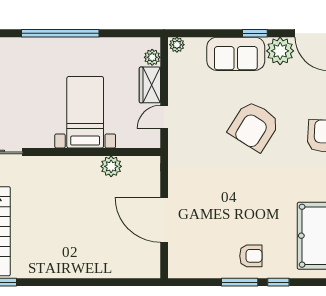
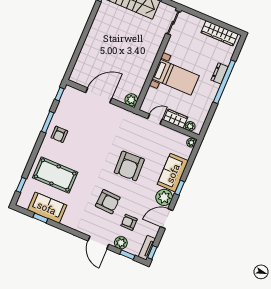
dresser: (50, 46) -> (220, 73), added
door: (164, 117) -> (155, 119), hinge flipped
armchair: (254, 126) -> (129, 166), turned -124
plant: (111, 166) -> (131, 100), moved
window: (278, 282) -> (59, 94), moved

